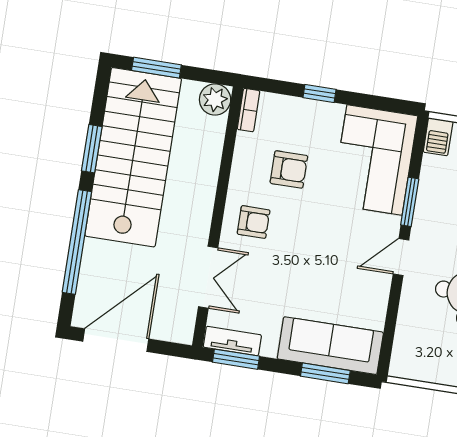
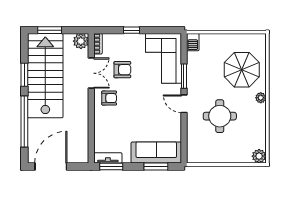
door: (401, 257) -> (184, 104), hinge flipped
double door: (208, 277) -> (91, 73), moved

